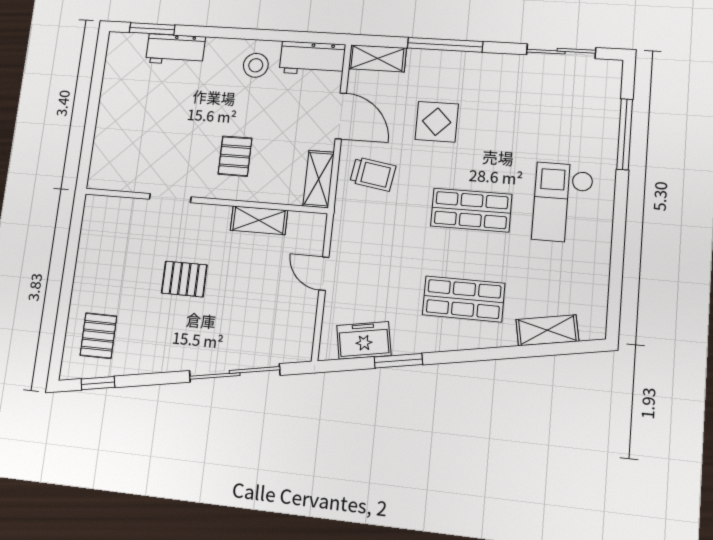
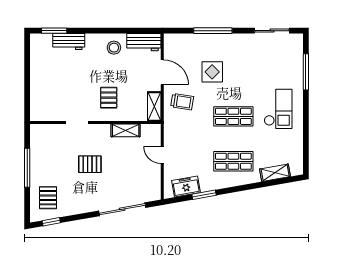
shelving: (377, 58) -> (178, 40), removed
checkout: (563, 203) -> (278, 109), turned 180
window: (69, 275) -> (27, 168), added

